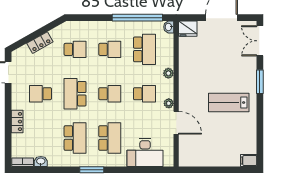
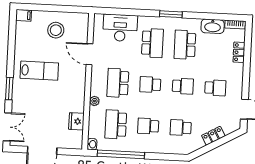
fridge: (188, 29) -> (76, 121), moved, turned -90
school desk: (75, 94) -> (183, 86), width x0.54
school desk: (144, 94) -> (118, 83), width x1.85
plant: (169, 103) -> (96, 73), removed
locker: (17, 122) -> (239, 52), moved
school desk: (110, 138) -> (152, 43), turned 180
stool: (213, 147) -> (56, 30), added
washbasin: (41, 161) -> (213, 26), width x1.91, depth x1.45

